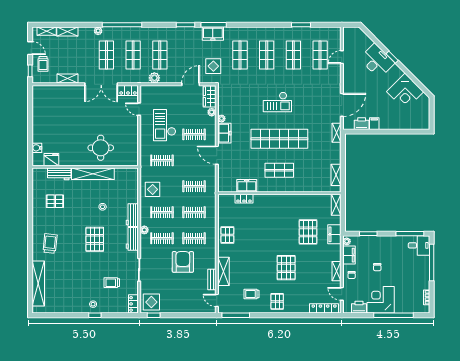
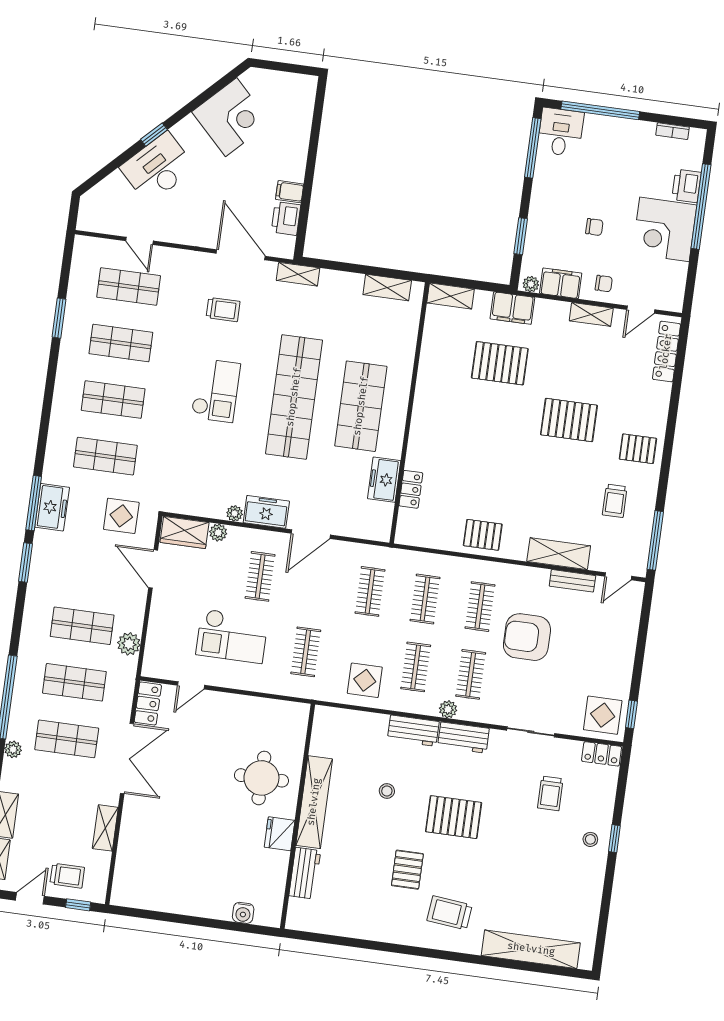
trolley: (315, 100) -> (223, 310), added
fridge: (51, 160) -> (280, 834), moved
shop shelf: (279, 170) -> (361, 406), width x1.43, depth x1.36
pallet: (55, 201) -> (407, 870), moved
printer: (359, 307) -> (686, 186), moved

